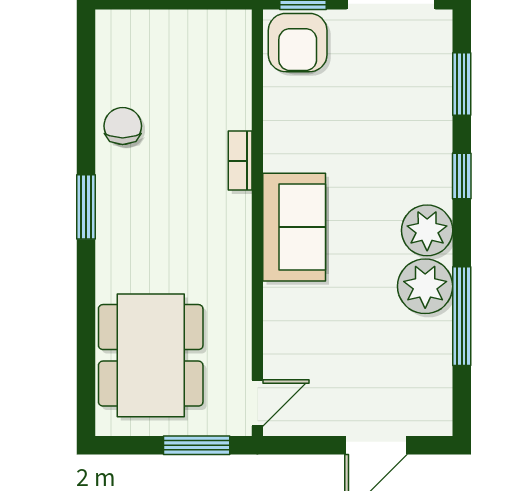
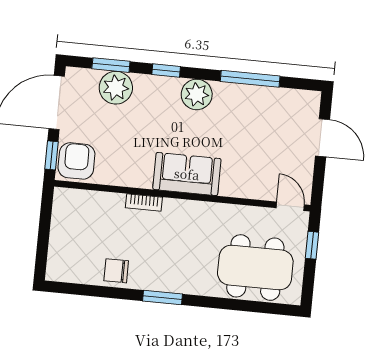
armchair: (298, 43) -> (76, 161), turned -90
plant: (425, 286) -> (116, 88), moved
window: (197, 445) -> (312, 245), width x0.67

